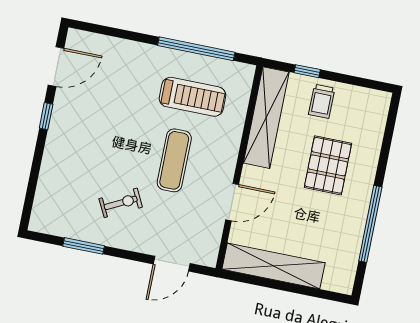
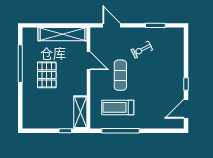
trolley: (322, 101) -> (55, 118), removed
shelving: (266, 118) -> (80, 112), width x0.68
pallet: (328, 165) -> (47, 75), moved
door: (232, 202) -> (88, 61), swing flipped
door: (172, 264) -> (112, 25), hinge flipped

